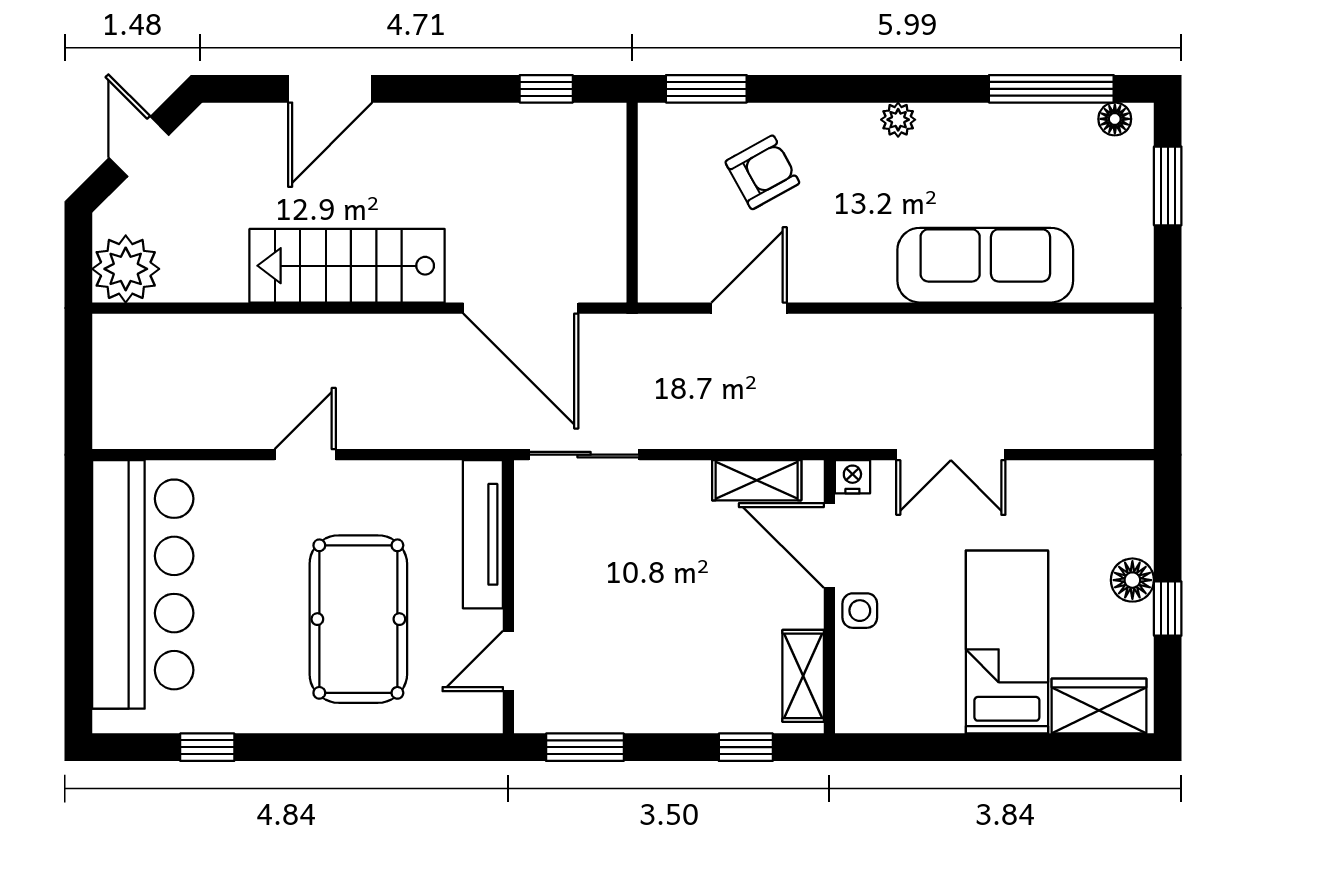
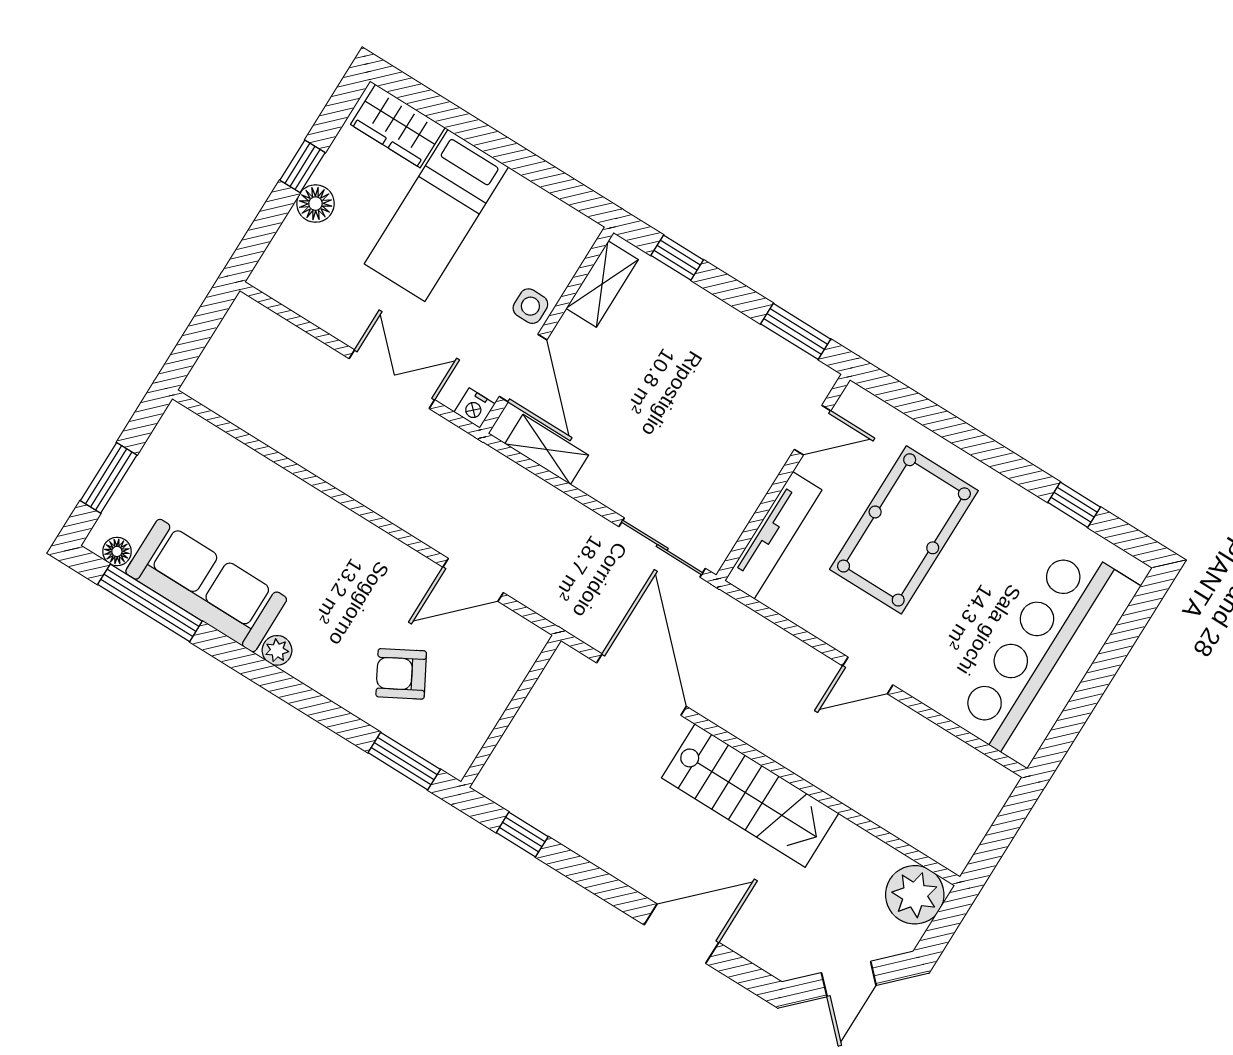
sofa: (985, 265) -> (206, 586), moved, turned 180

